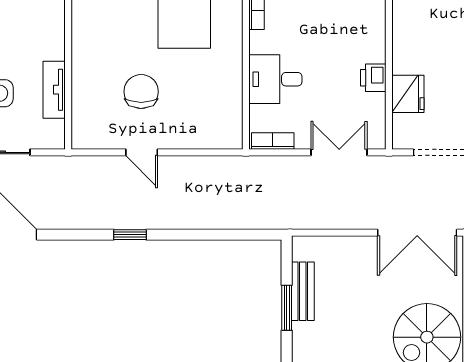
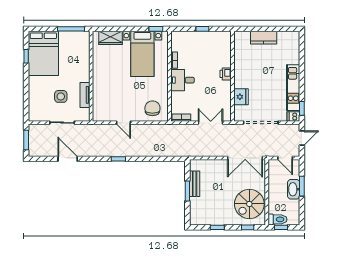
printer: (373, 78) -> (226, 74), moved
desk: (275, 79) -> (183, 80), moved
chair: (141, 92) -> (152, 108), moved

